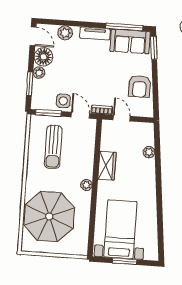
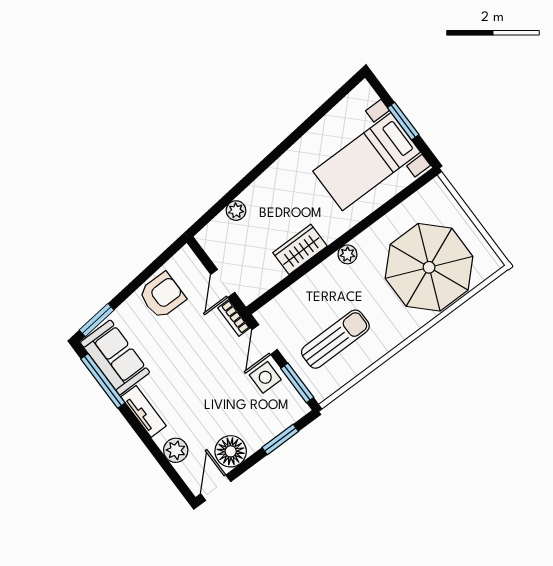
plant: (39, 73) -> (256, 440), removed

